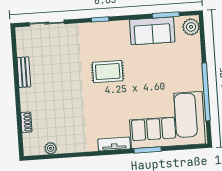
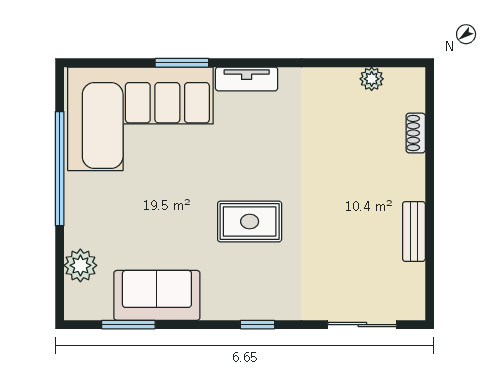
plant: (191, 27) -> (80, 265), moved

